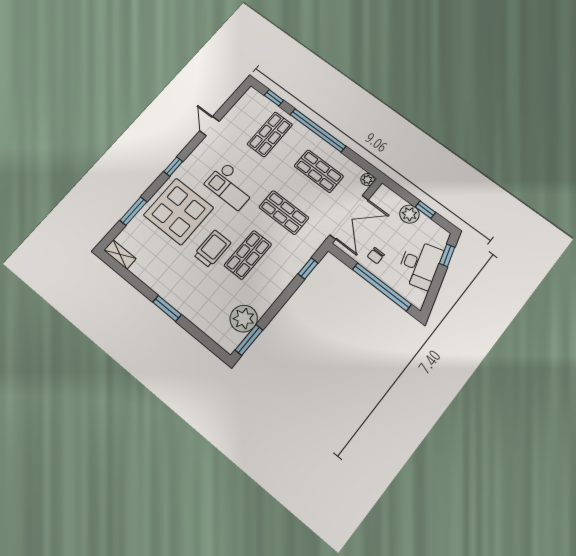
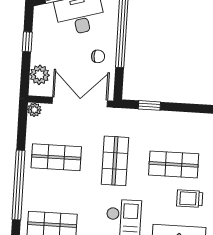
shop shelf: (319, 171) -> (56, 157), turned 90
plant: (409, 214) -> (40, 75), moved
trolley: (212, 249) -> (190, 199), width x0.73, depth x0.72

